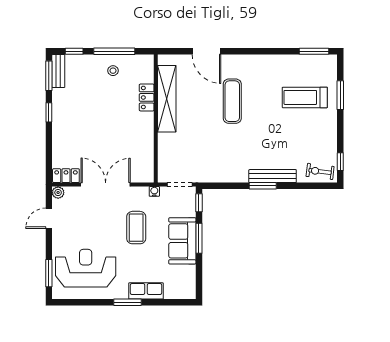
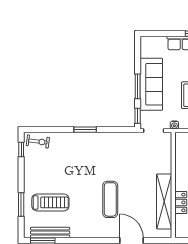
bench: (273, 176) -> (50, 233), moved
sofa: (182, 241) -> (151, 84), width x1.36

